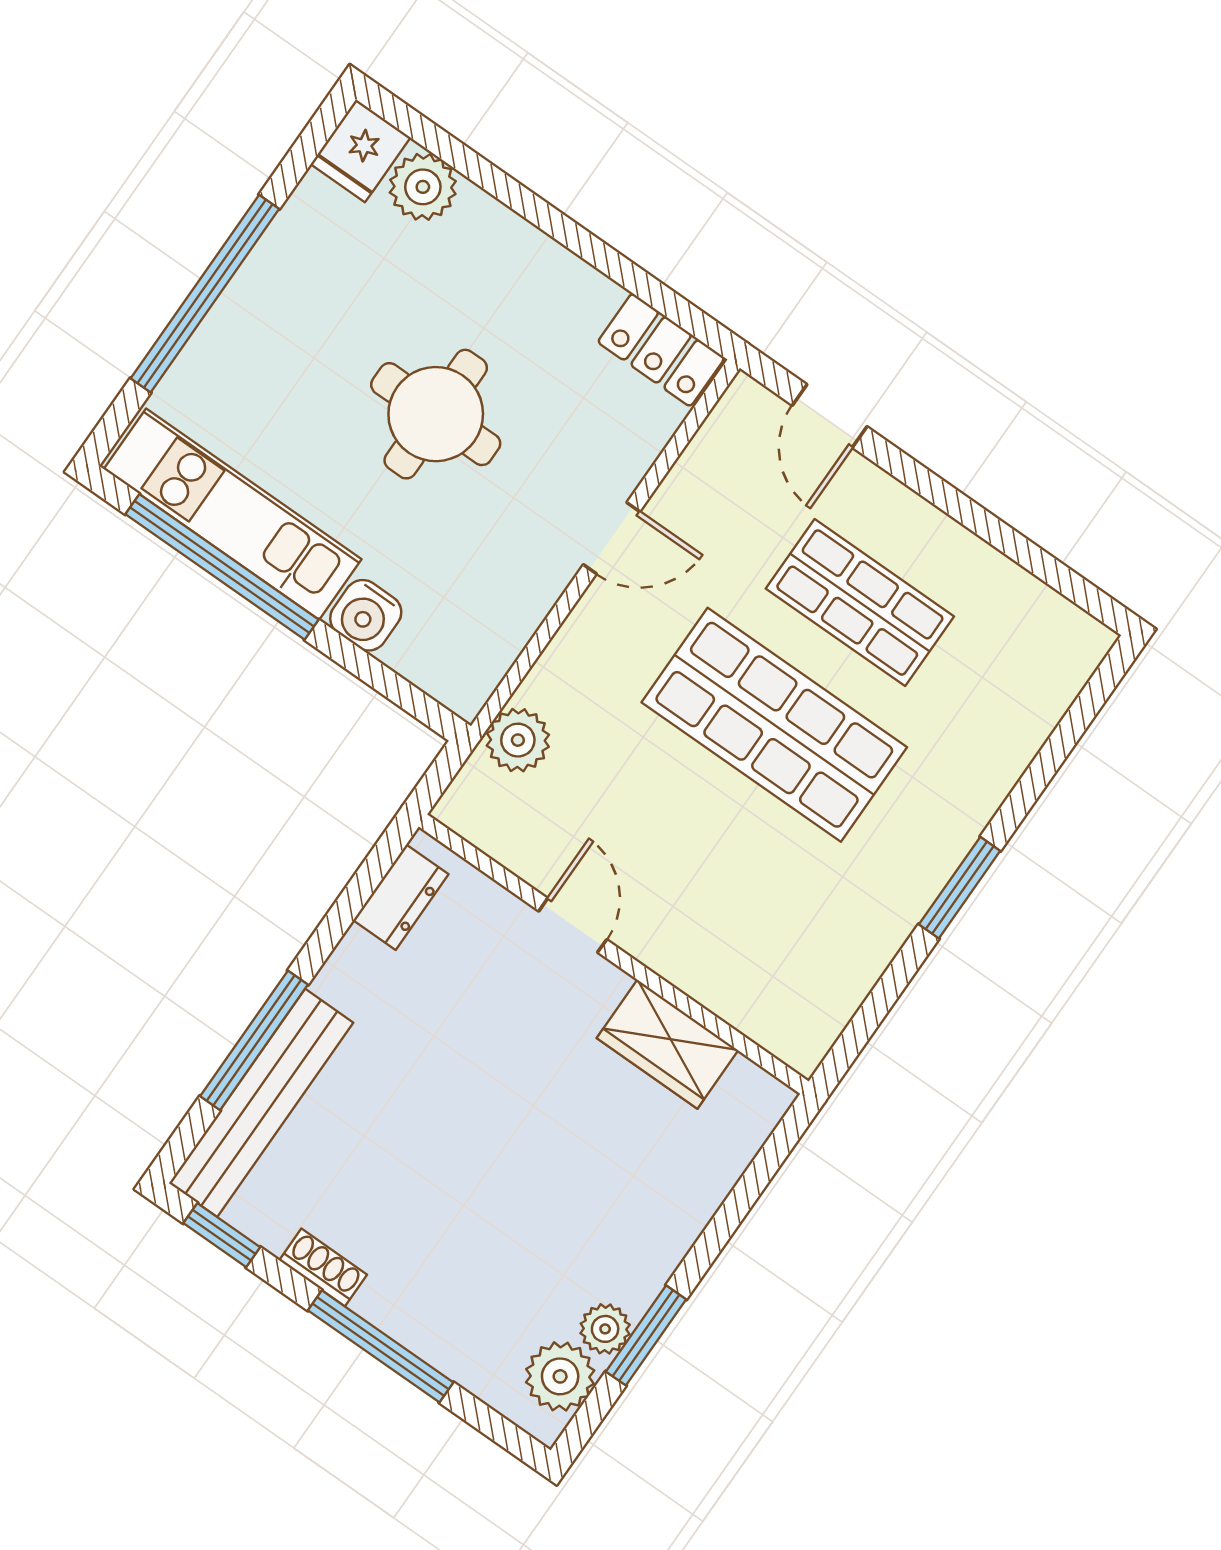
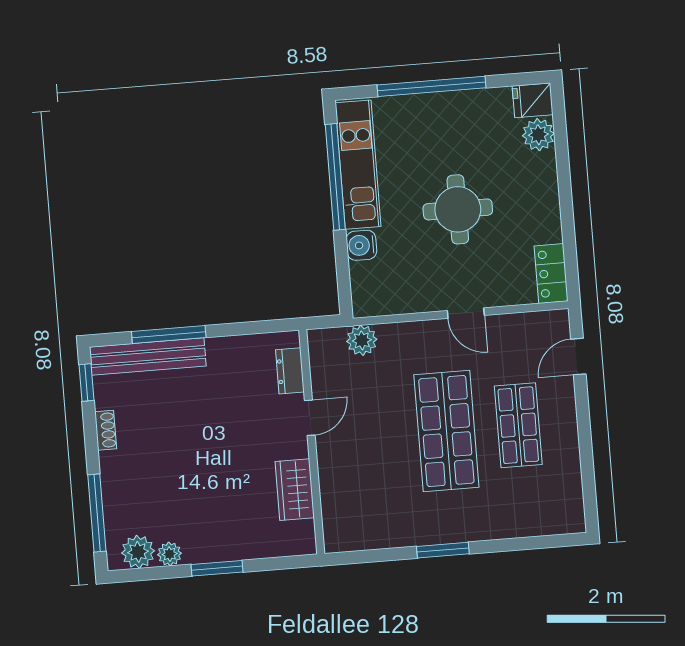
dresser: (401, 897) -> (290, 371), moved, turned 90
window: (646, 1335) -> (217, 568), moved
window: (381, 1346) -> (97, 513), moved

